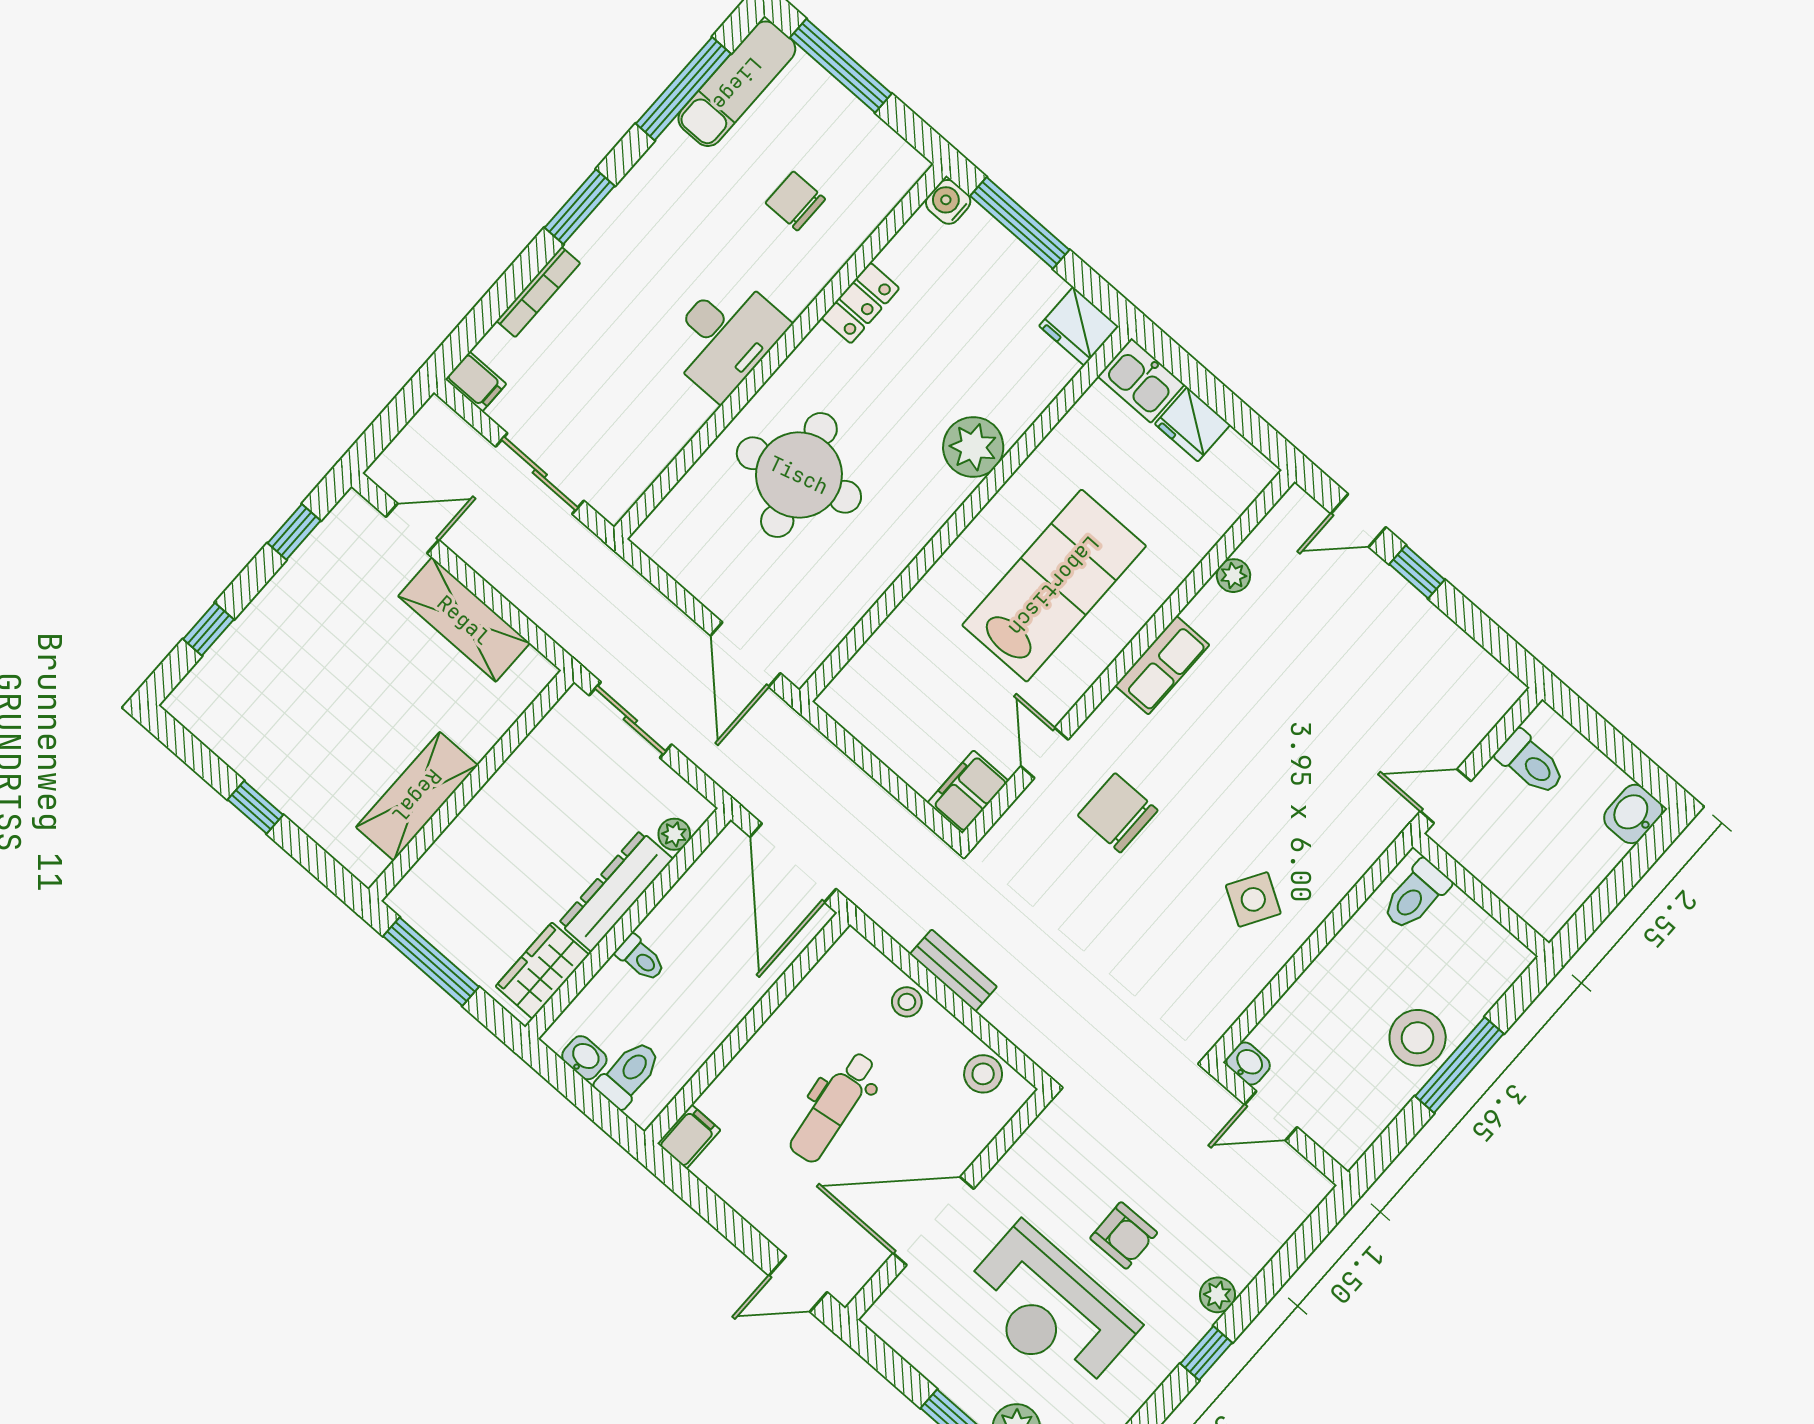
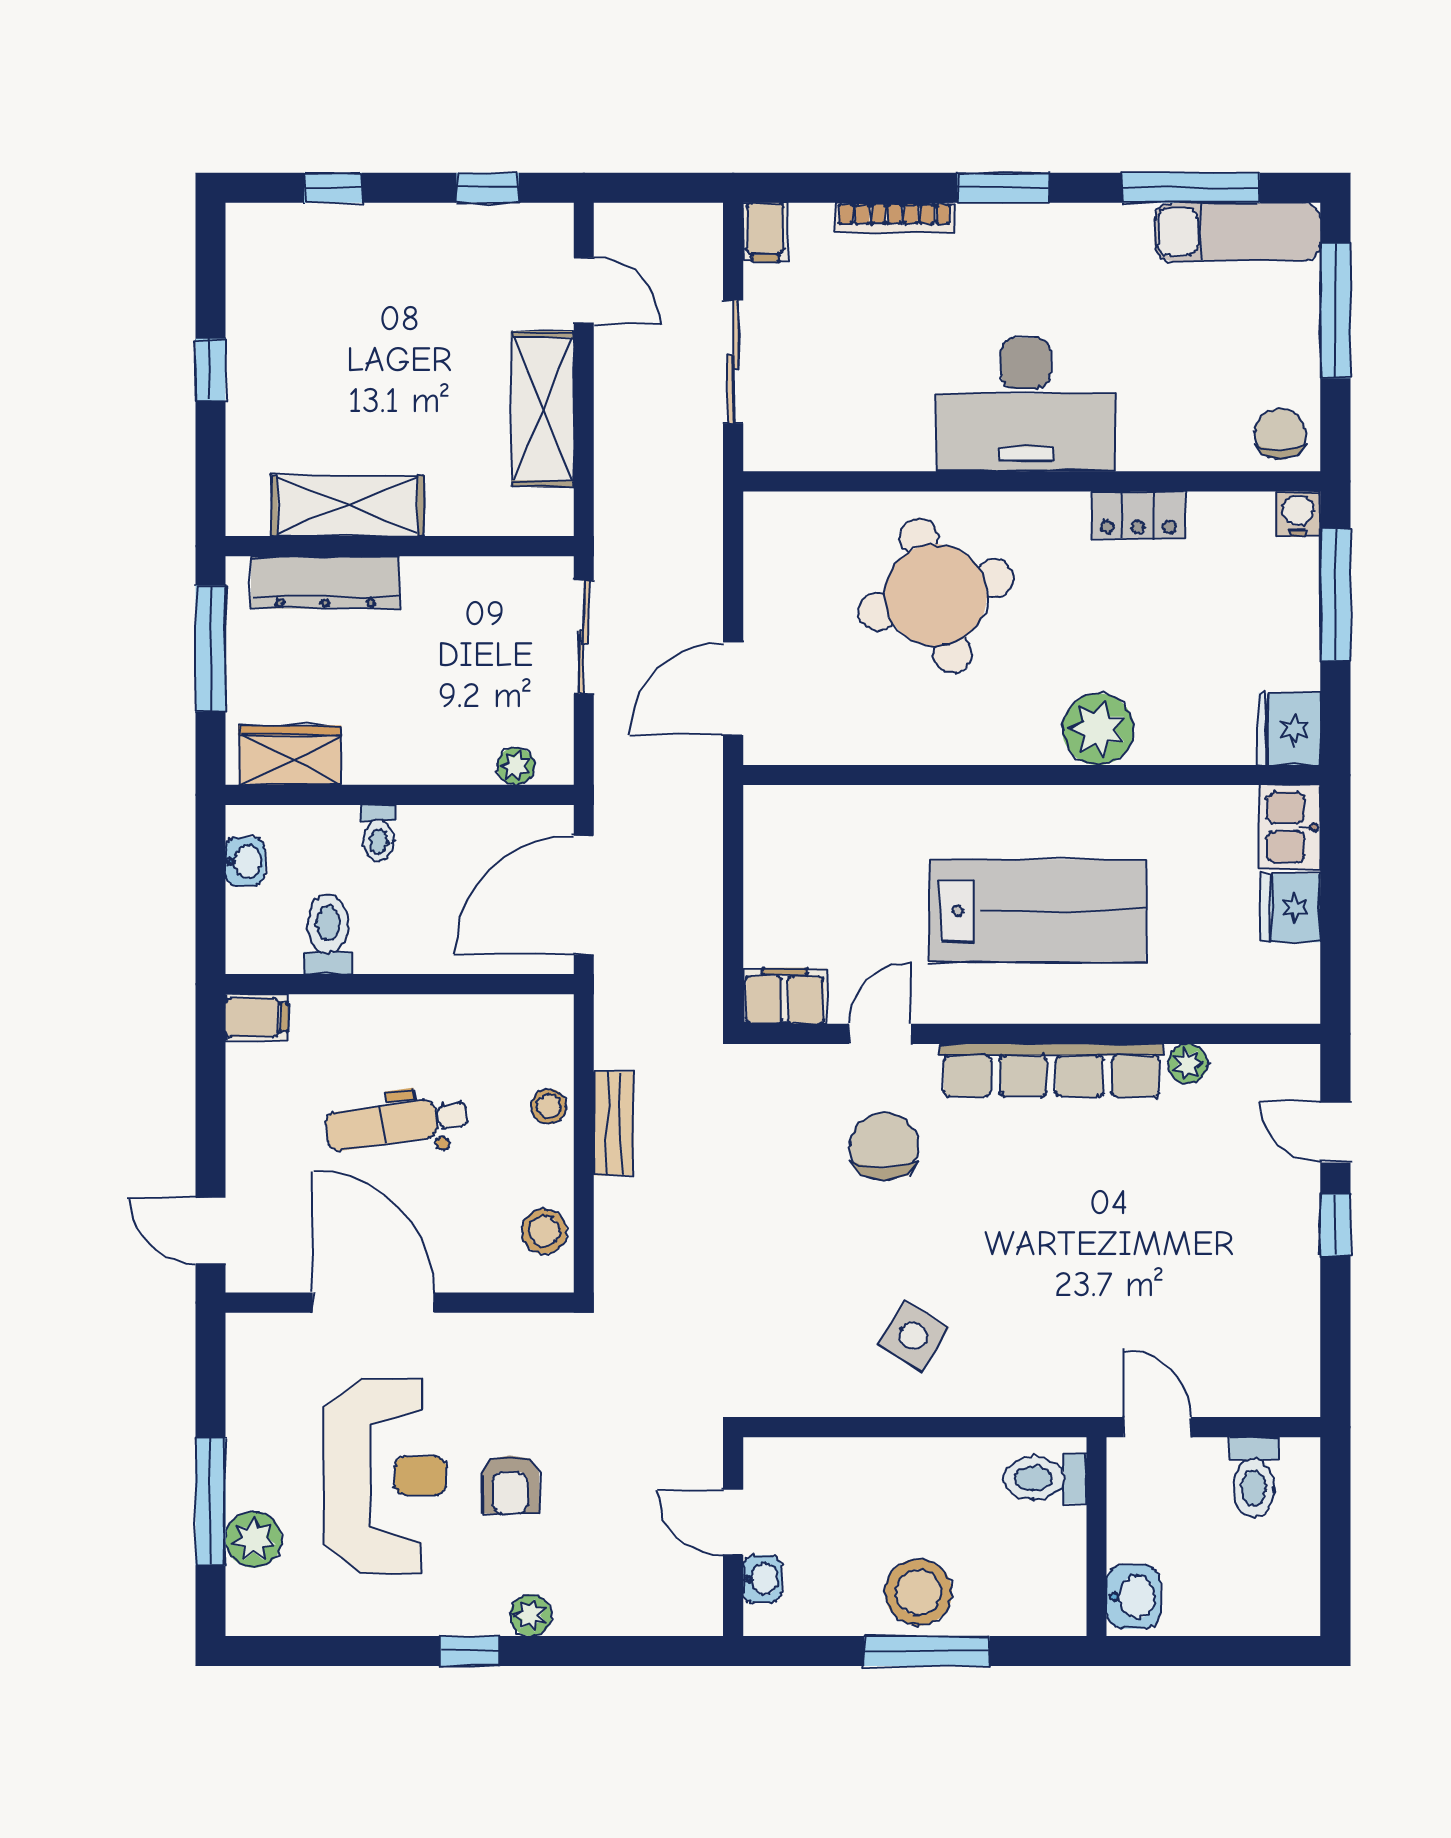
chair: (795, 201) -> (1280, 434), moved
desk: (725, 336) -> (1026, 405), width x1.36, depth x1.30
row of seats: (1162, 665) -> (1051, 1070), width x2.02
washbasin: (1633, 814) -> (1133, 1597), moved, turned 90
dresser: (616, 891) -> (325, 582), moved, turned 180
washbasin: (1248, 1063) -> (762, 1579), moved
toilet: (628, 1074) -> (328, 934), moved, turned -90
reception desk: (1049, 1310) -> (385, 1476), turned 180

